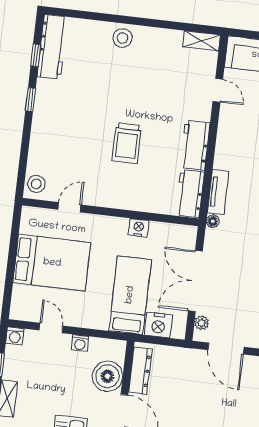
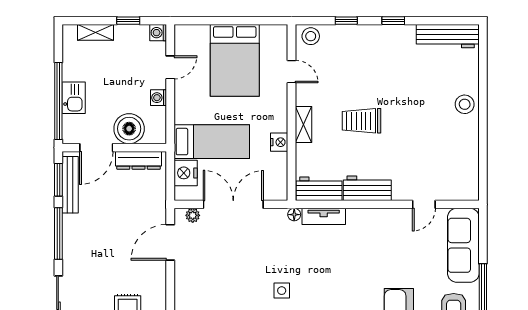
shelving: (202, 41) -> (303, 125), moved
window: (36, 55) -> (346, 21), moved

